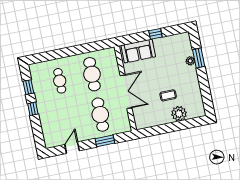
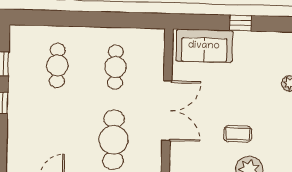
cafe table: (92, 74) -> (115, 67), width x0.73, depth x0.74

